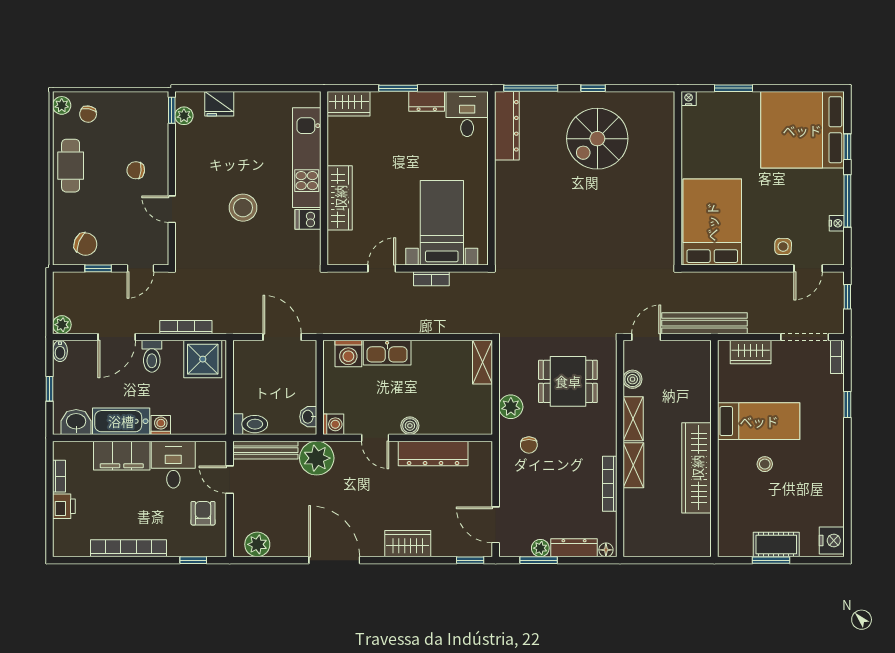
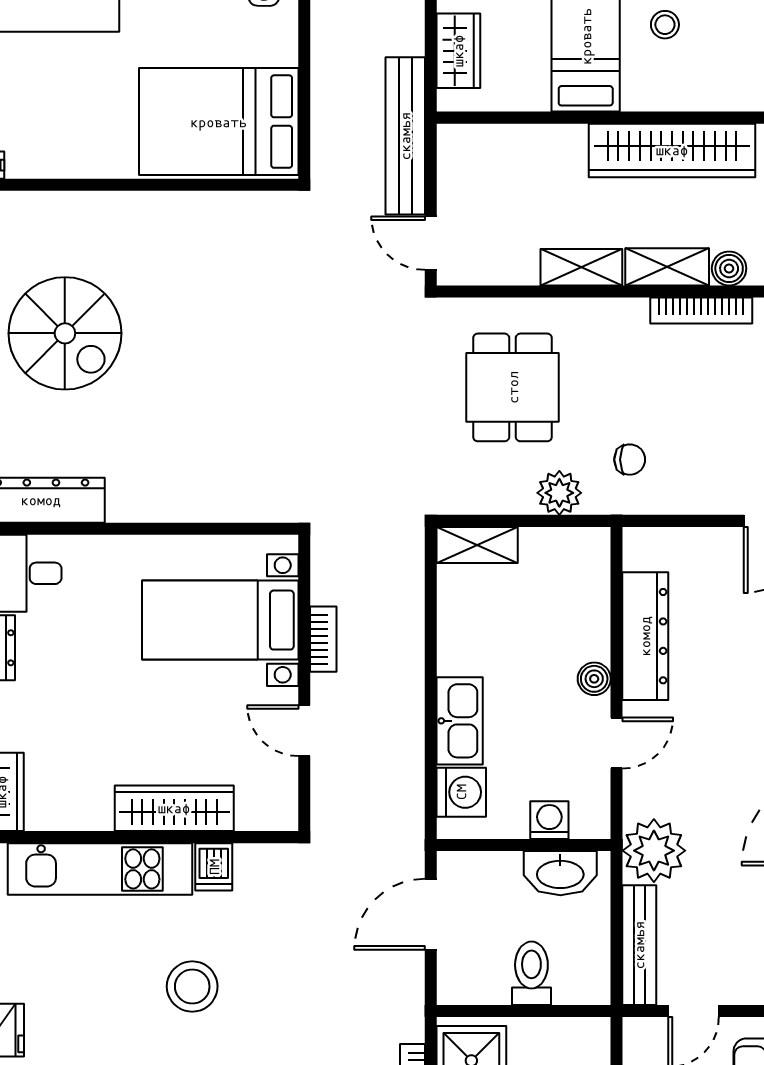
boiler: (632, 379) -> (729, 268), moved
washbasin: (308, 417) -> (560, 873), width x1.91, depth x1.45
toilet: (250, 424) -> (531, 973), moved
washing machine: (333, 424) -> (549, 820), moved

